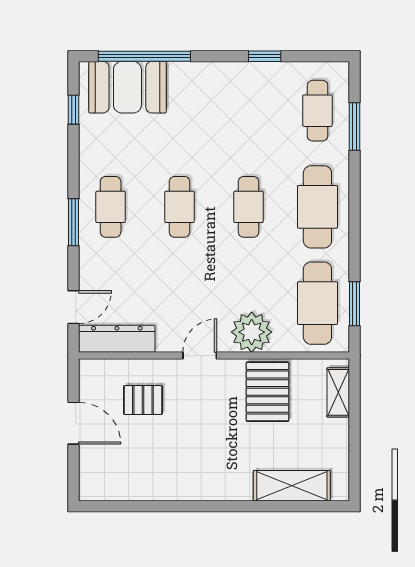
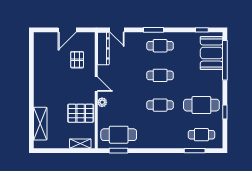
cafe table: (317, 207) -> (201, 105), moved
plant: (252, 332) -> (102, 102), width x0.53, depth x0.53

